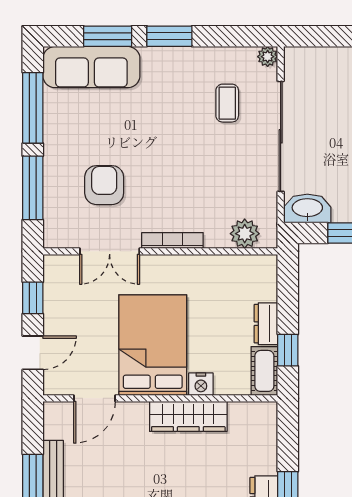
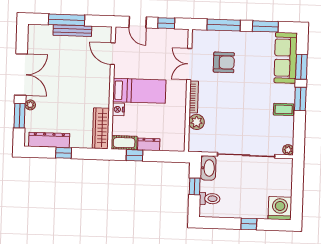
coffee table: (227, 103) -> (284, 109), moved
window: (33, 108) -> (265, 26), width x0.69
plant: (245, 234) -> (197, 122), moved
bed: (153, 345) -> (139, 91), width x0.67
wardrobe: (188, 416) -> (101, 128), moved

